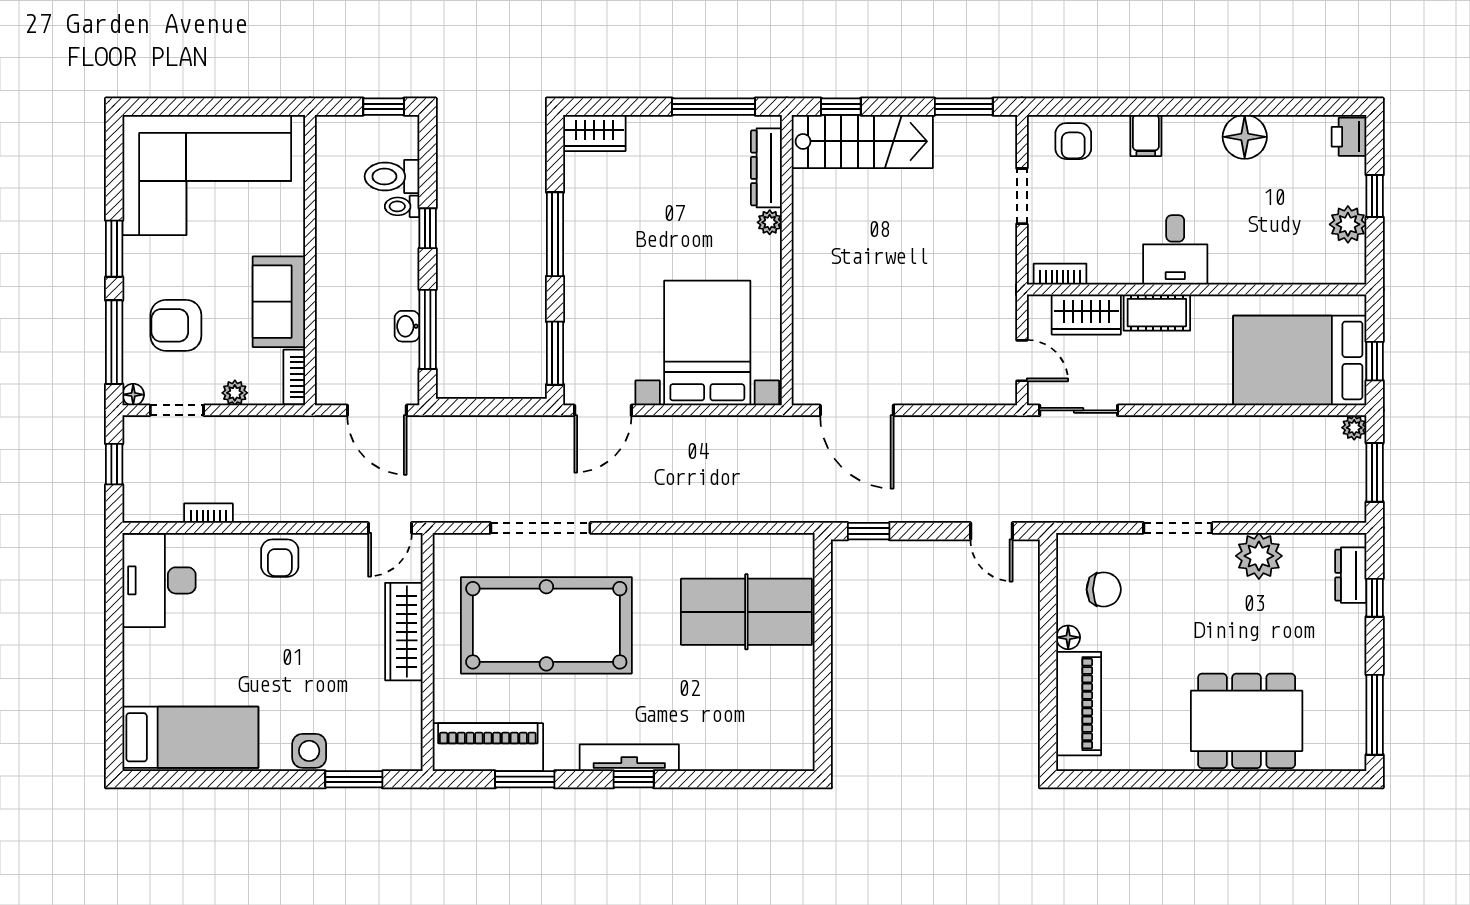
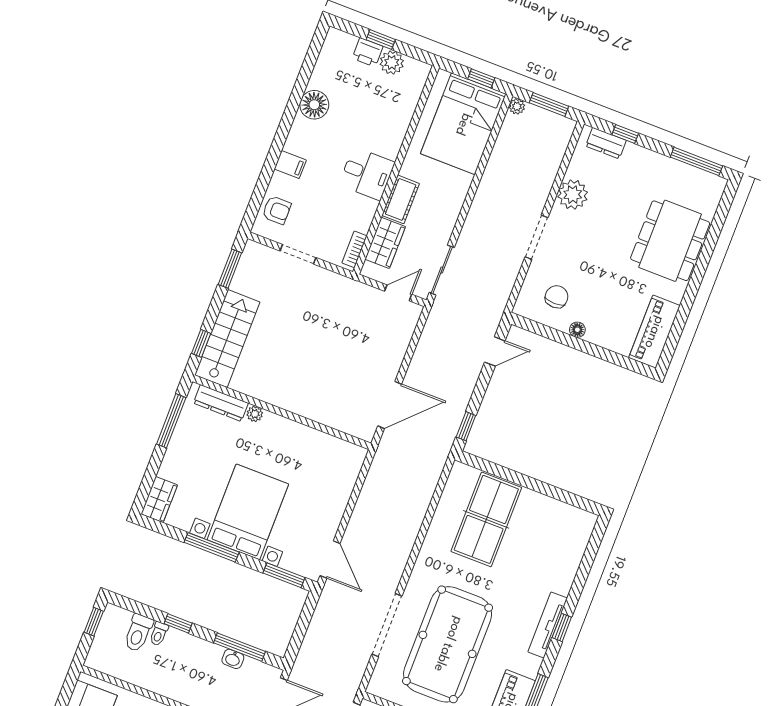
printer: (1349, 137) -> (368, 52), moved
bed with nightstands: (707, 343) -> (248, 512), moved, turned 90
piano: (1079, 704) -> (654, 332), moved, turned -90

